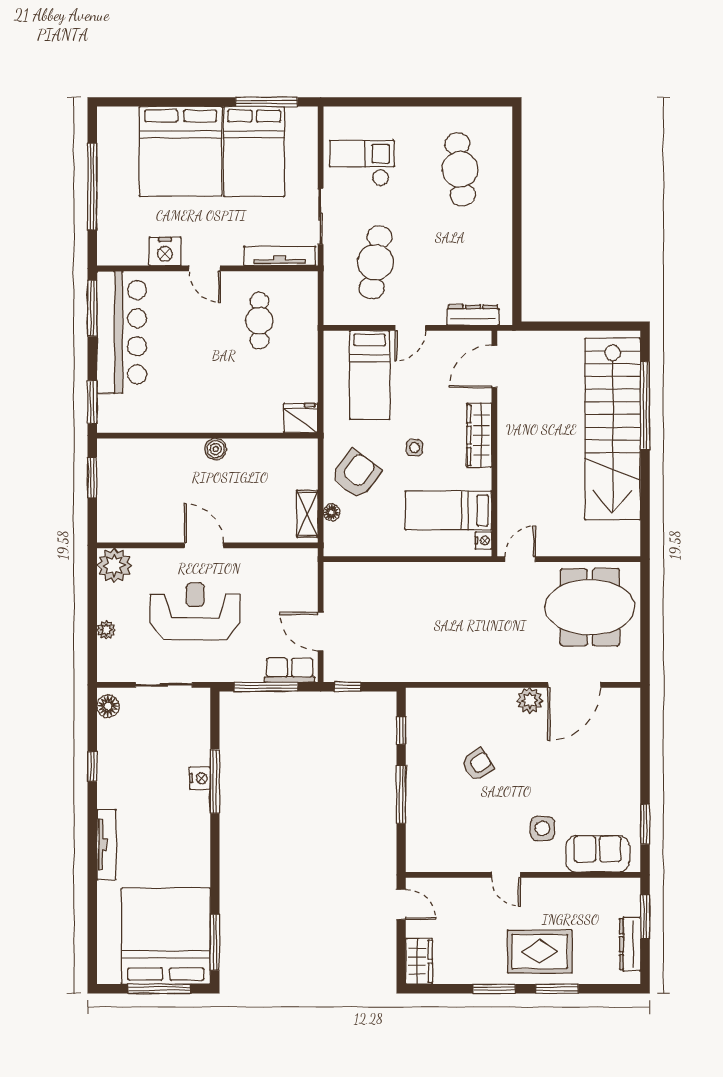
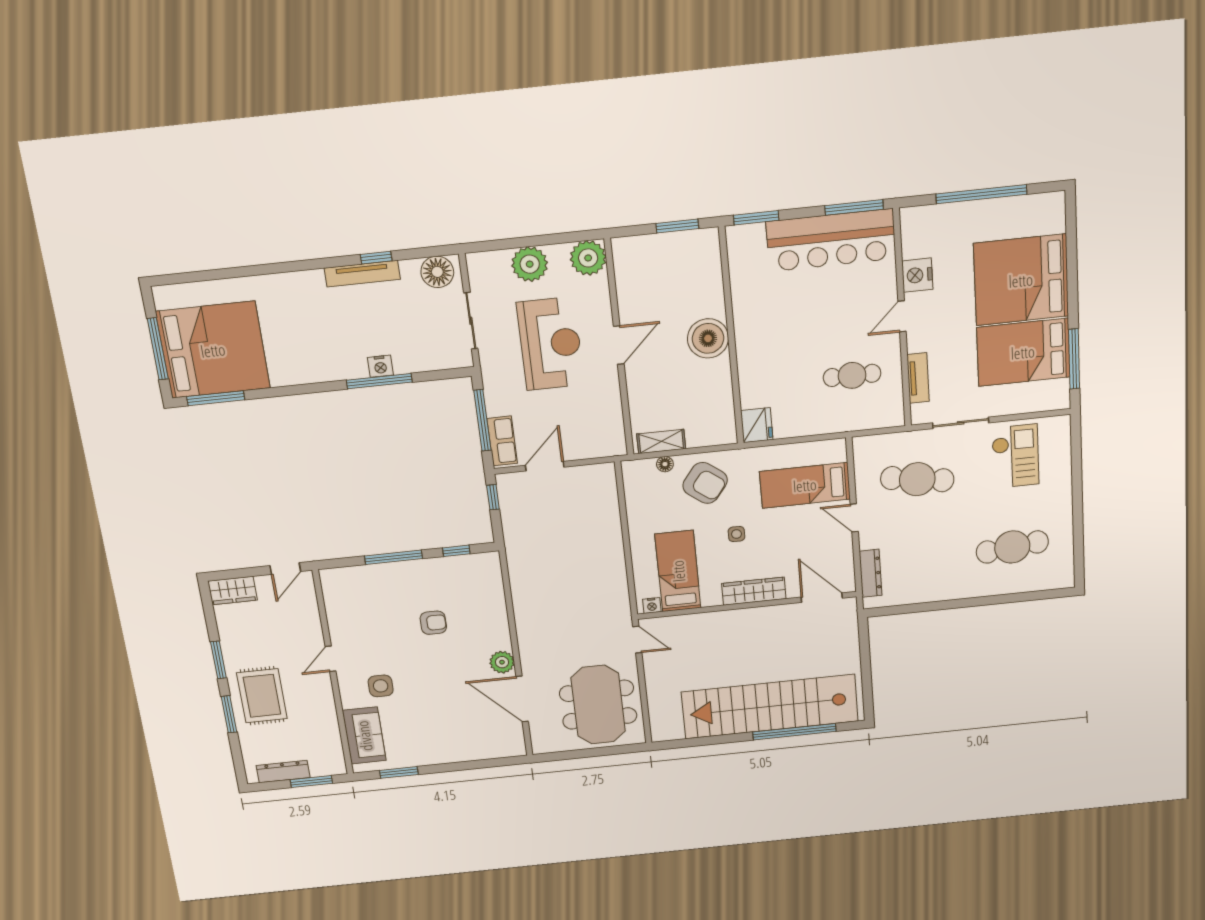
tv unit: (280, 256) -> (918, 378), width x0.71
boiler: (216, 449) -> (708, 338), width x1.86, depth x1.86
plant: (106, 630) -> (530, 264), width x1.88, depth x1.88
floor lamp: (108, 706) -> (437, 272), width x1.38, depth x1.38
armchair: (478, 765) -> (433, 623), turned -57
tv unit: (106, 845) -> (362, 274), moved

